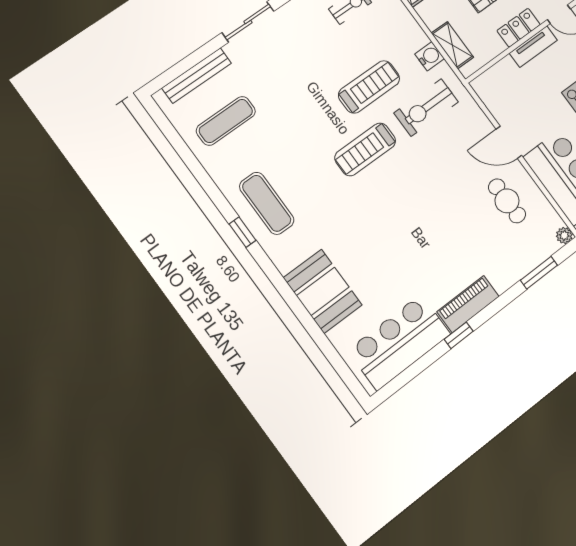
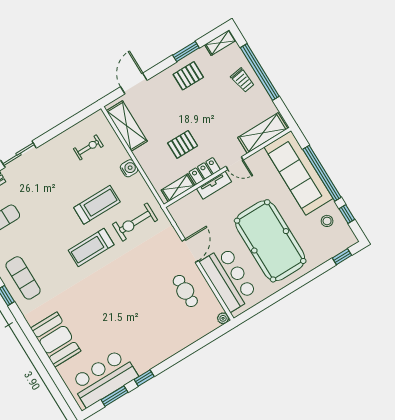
shelving: (452, 45) -> (178, 188), moved, turned 90
water cooler: (430, 56) -> (129, 168), moved
door: (509, 142) -> (190, 251), swing flipped
window: (539, 273) -> (115, 396), moved
piano: (468, 304) -> (152, 358), removed

